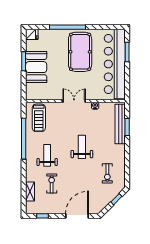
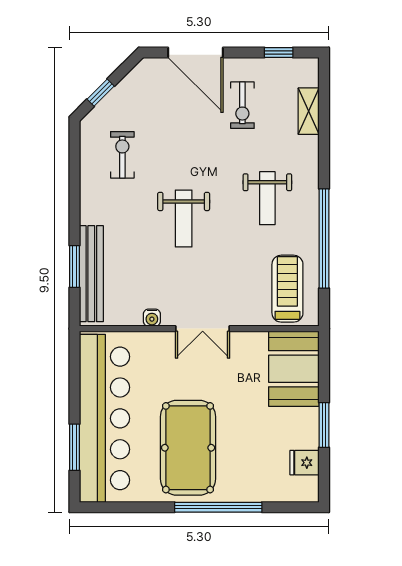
fridge: (32, 35) -> (304, 463), moved
booth: (36, 67) -> (294, 369), moved
exercise bike: (52, 184) -> (242, 105), moved
door: (77, 216) -> (195, 52), hinge flipped

